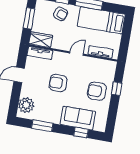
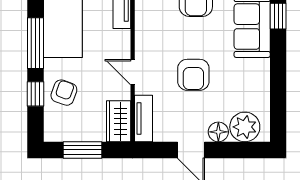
door: (76, 53) -> (133, 72), moved
floor lamp: (26, 91) -> (218, 132), added
window: (42, 126) -> (278, 90), removed

